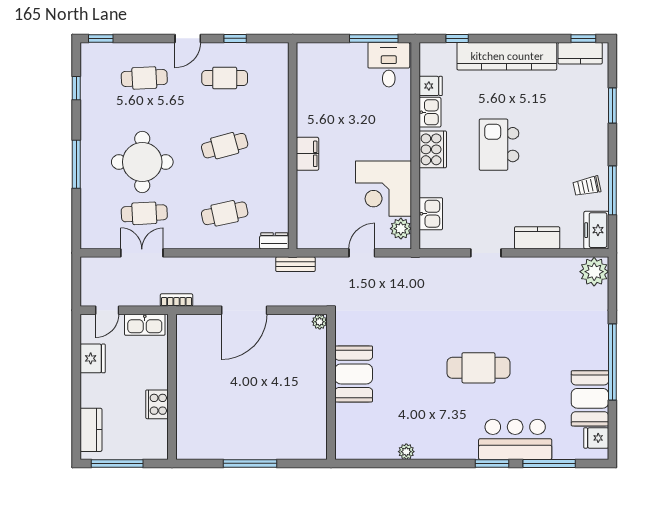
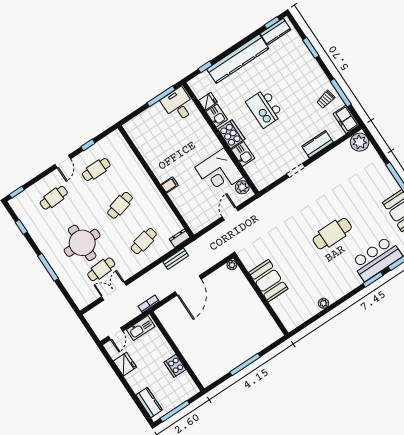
filing cabinet: (308, 154) -> (170, 185), width x0.50
kitchen sink: (431, 214) -> (243, 154), moved
bench: (295, 264) -> (176, 259), moved

